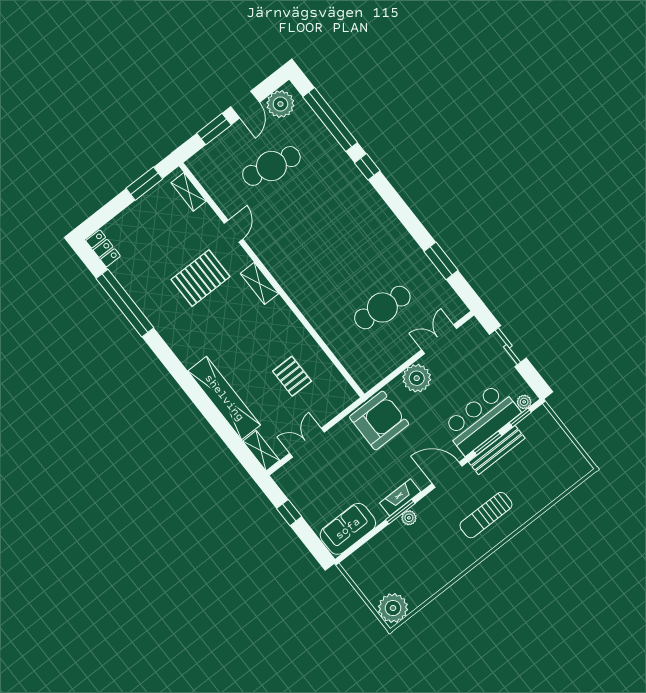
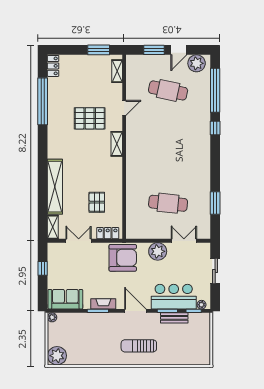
locker: (336, 404) -> (108, 233), added
bench: (497, 450) -> (174, 318), width x0.73
plant: (409, 518) -> (52, 317), moved

